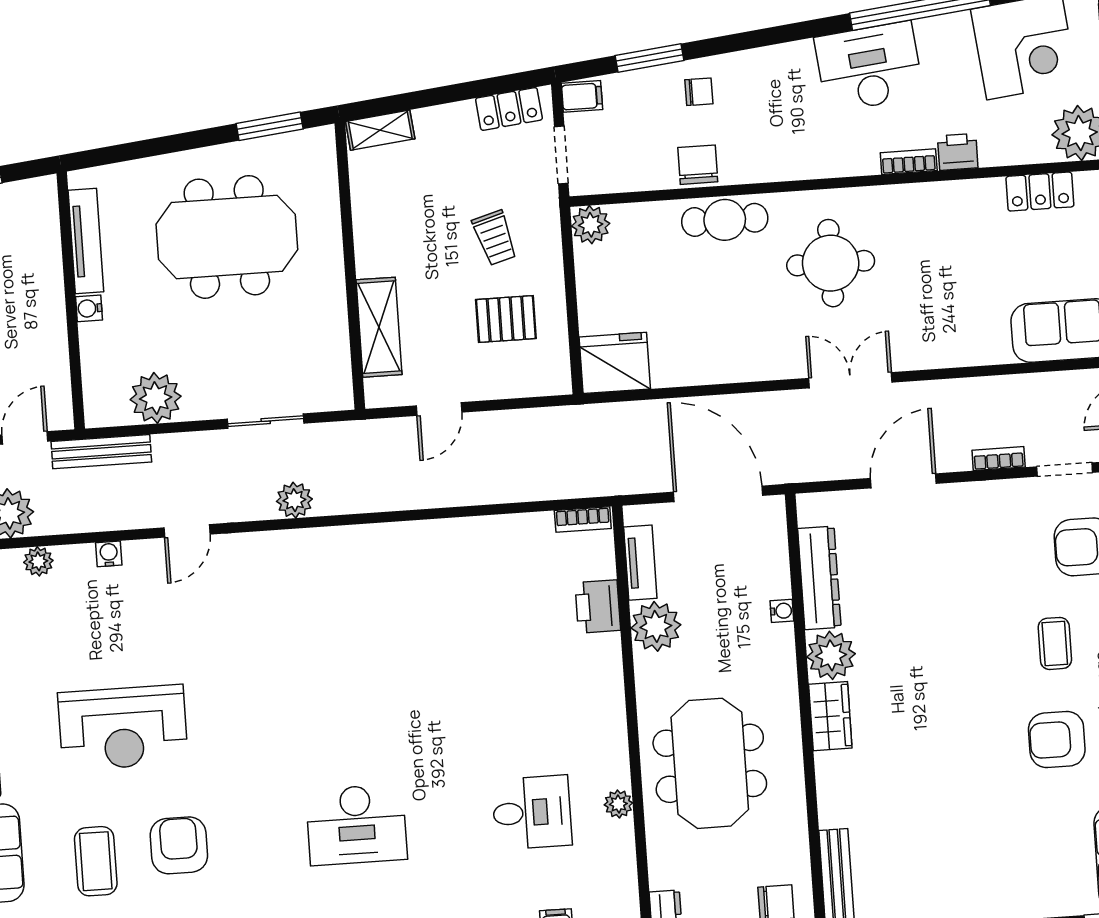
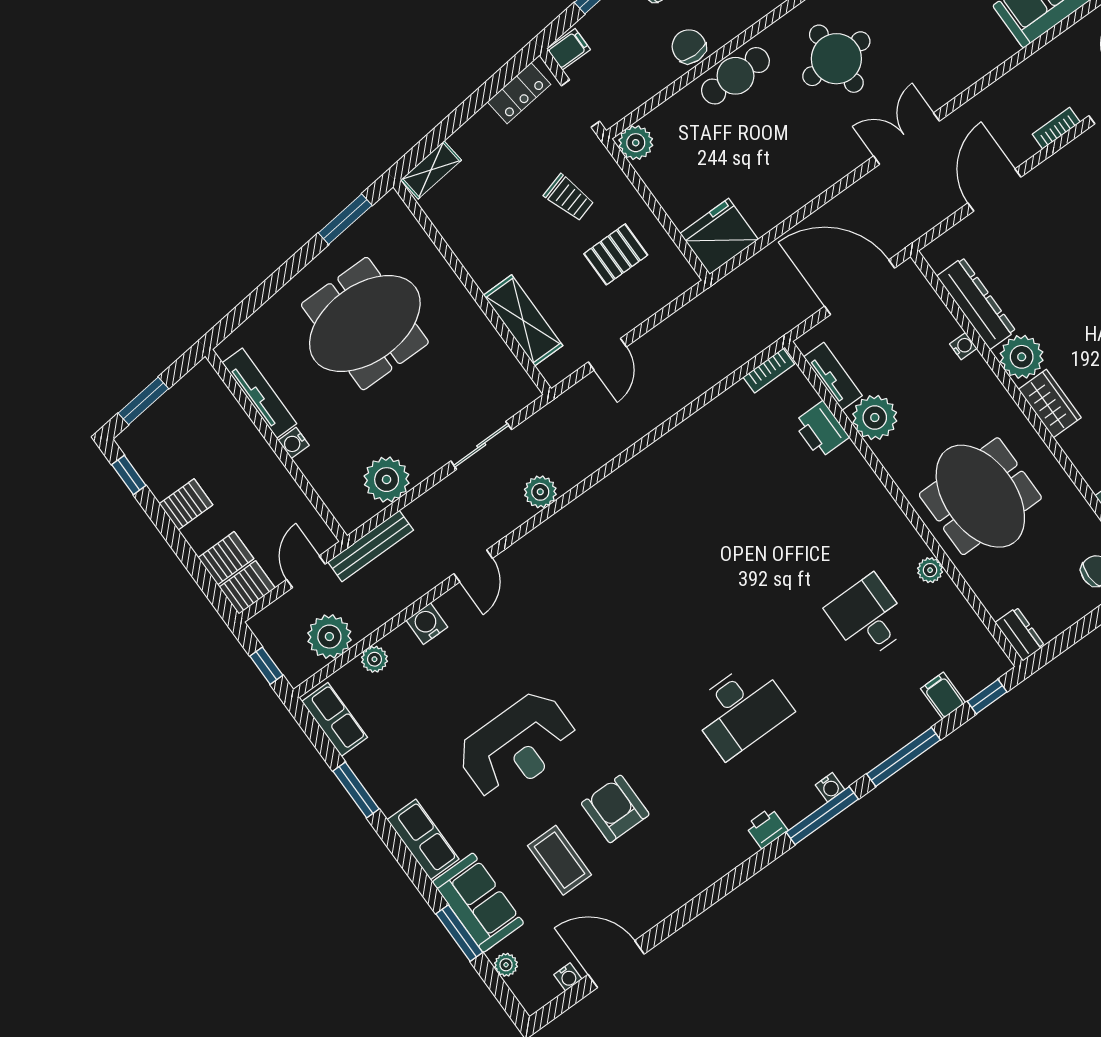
water cooler: (109, 554) -> (427, 624), width x1.38, depth x1.38
desk: (532, 812) -> (868, 617), turned -90

